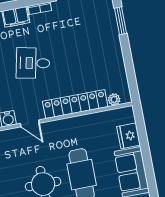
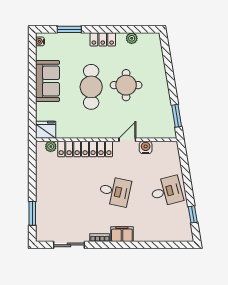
door: (30, 123) -> (127, 140), hinge flipped
fridge: (129, 136) -> (46, 130), moved, turned -90

